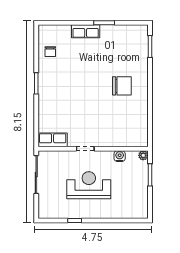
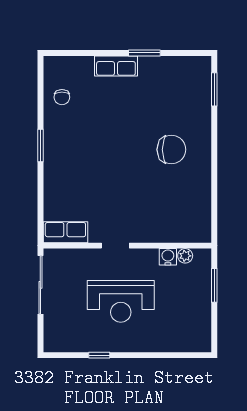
plant: (143, 155) -> (185, 256), moved
reception desk: (89, 185) -> (121, 301), turned 180

